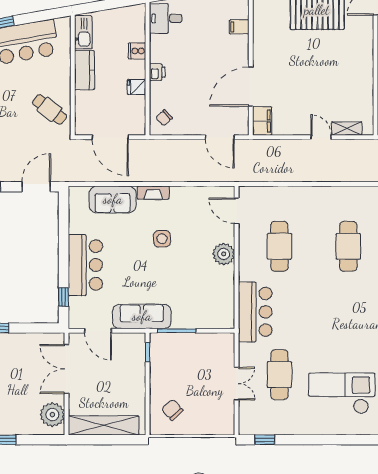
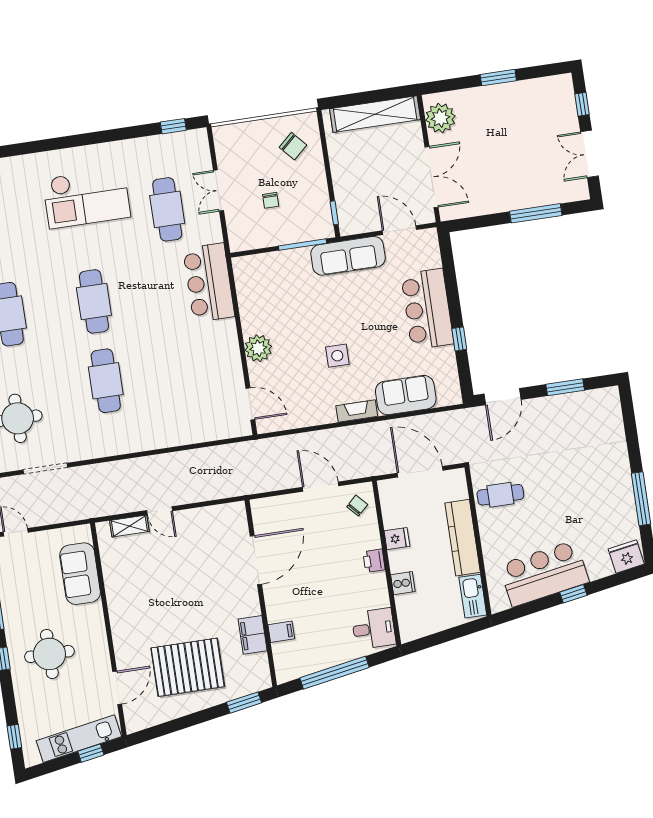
kitchen counter: (84, 70) -> (463, 538), width x1.50
cafe table: (49, 109) -> (500, 495), turned -38
filing cabinet: (262, 121) -> (253, 635), moved
door: (220, 137) -> (321, 487), moved
cafe table: (279, 246) -> (94, 301), moved
window: (64, 297) -> (459, 339), moved
chair: (197, 370) -> (271, 200), added

